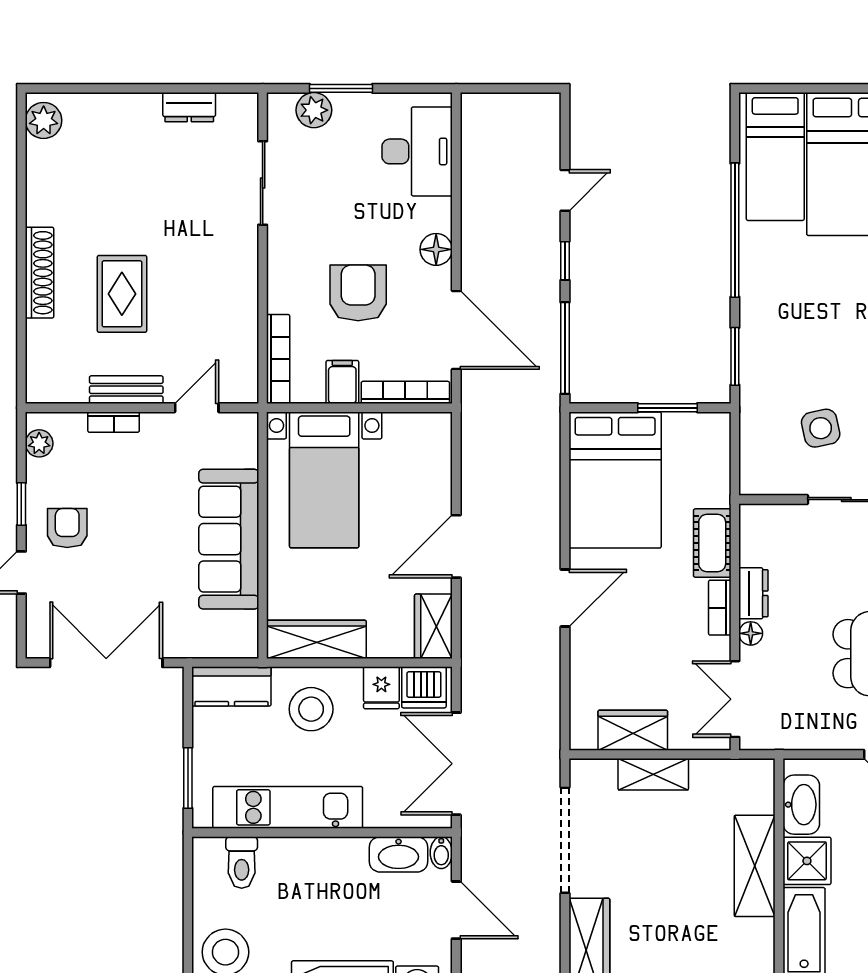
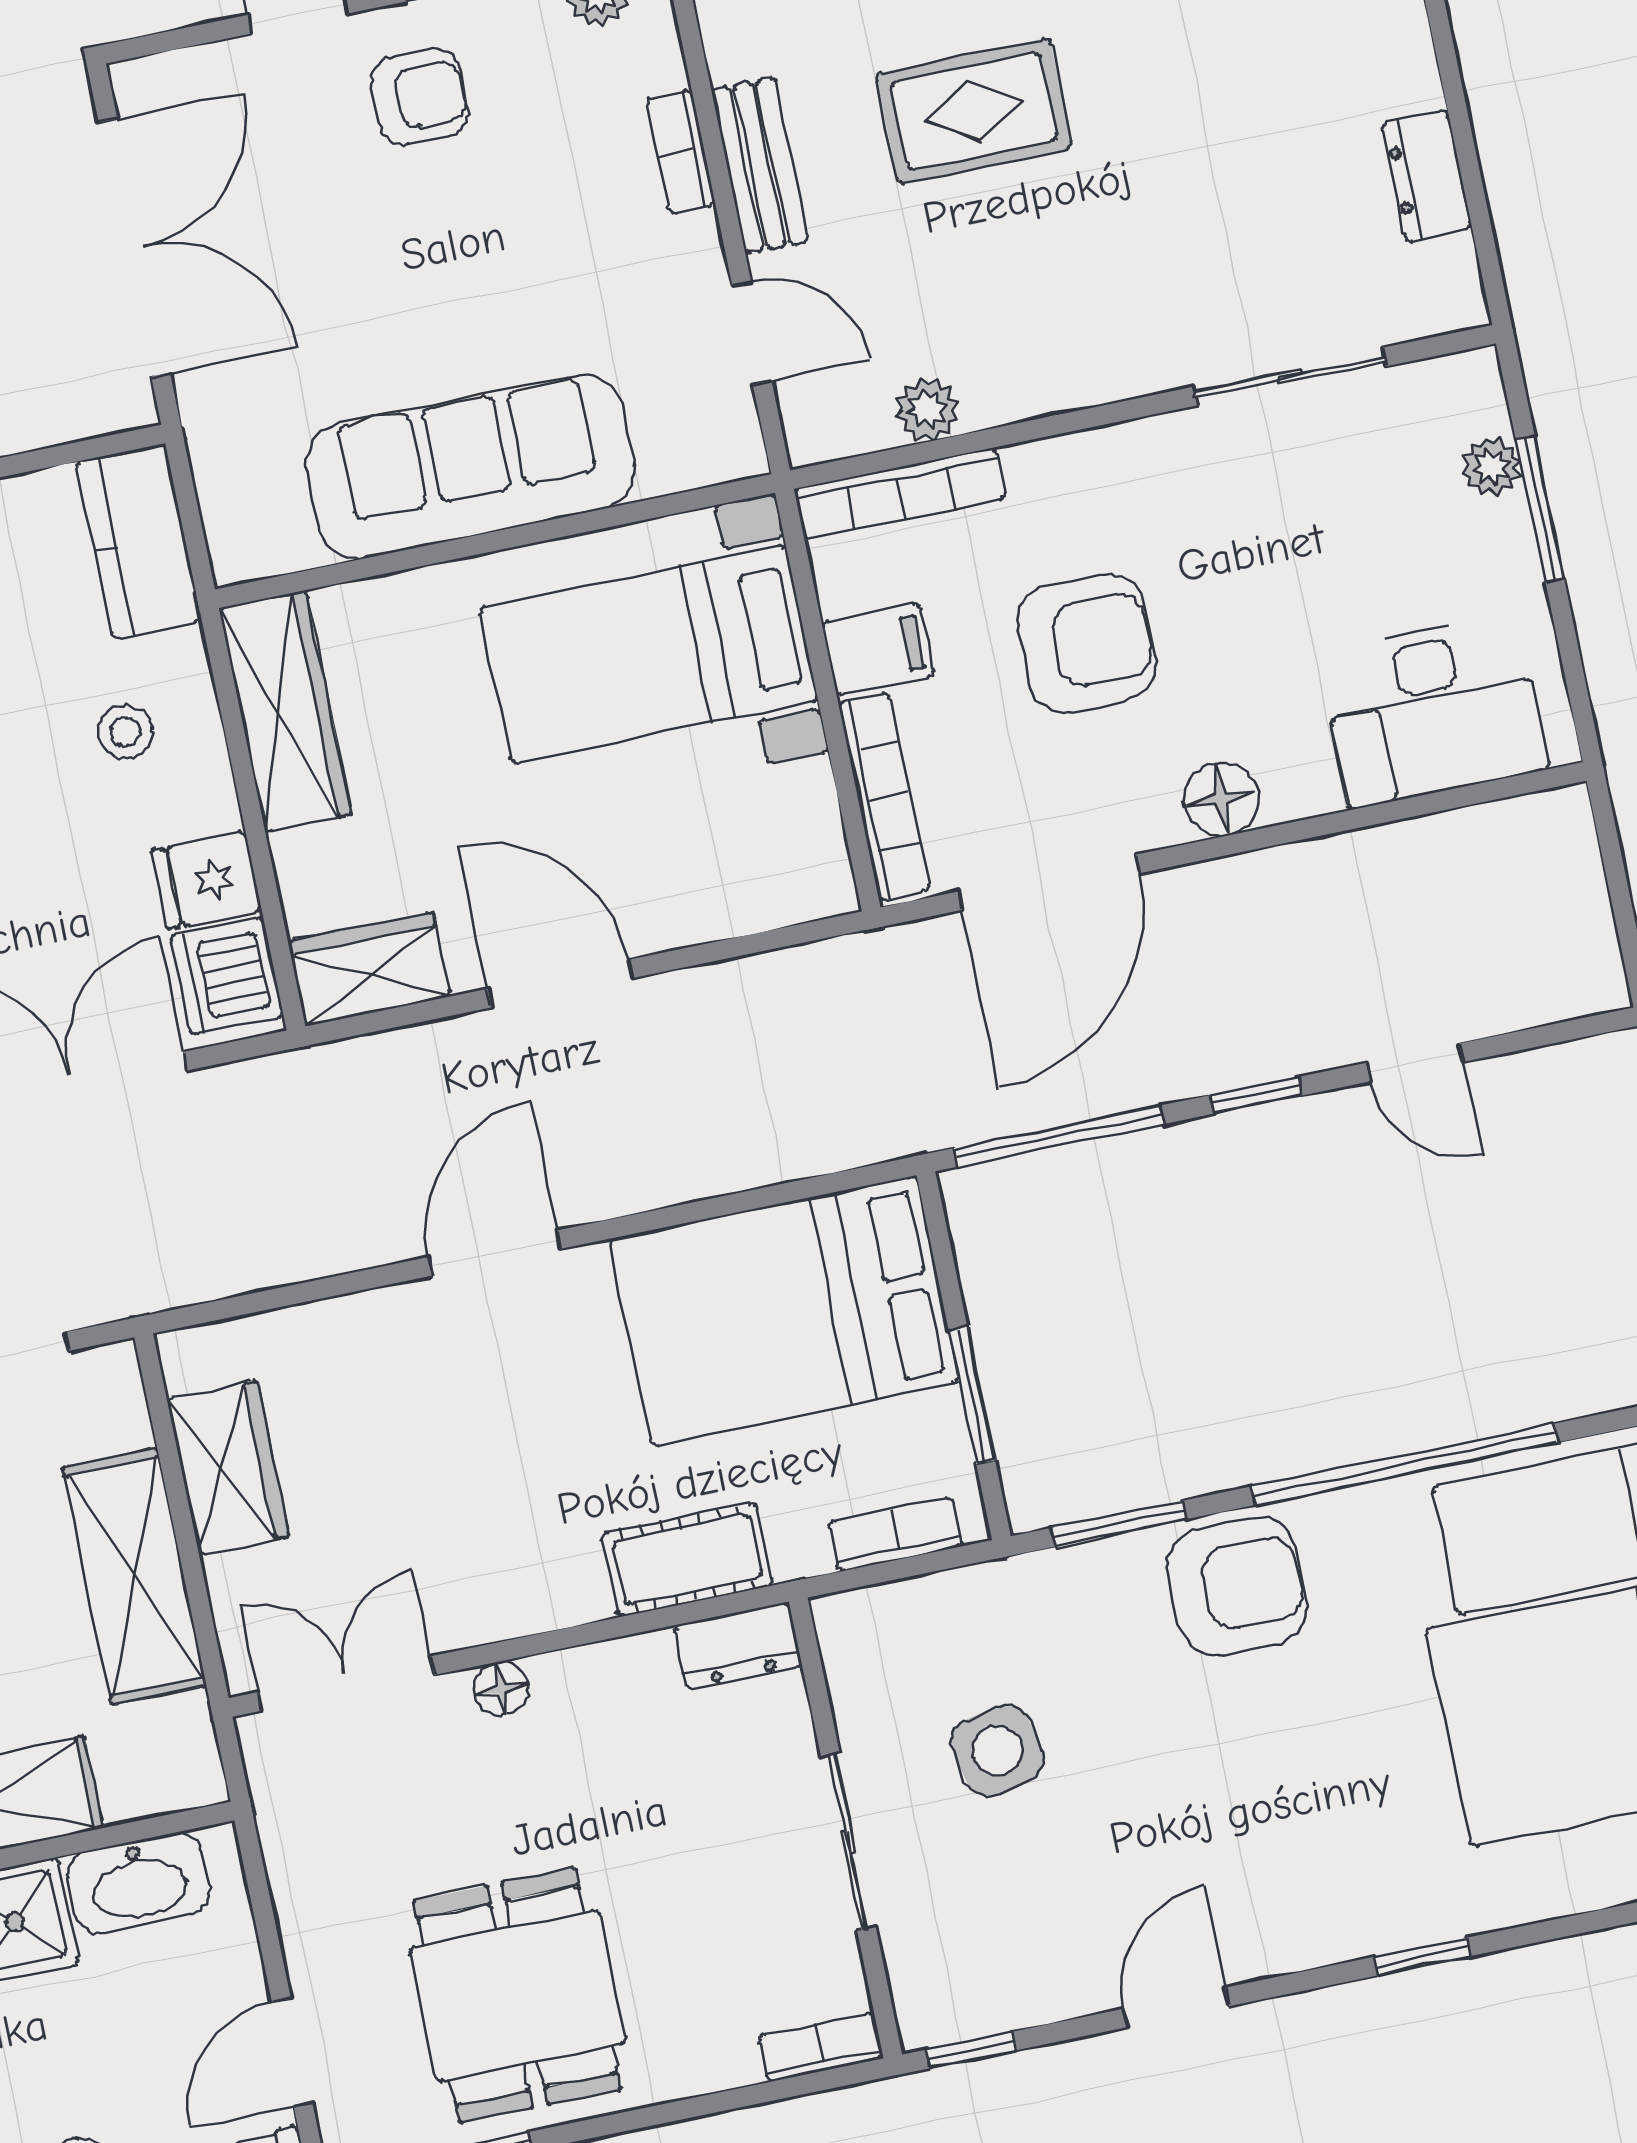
plant: (314, 110) -> (1491, 467), width x0.73, depth x0.73
armchair: (772, 312) -> (1237, 1586), added
plant: (245, 340) -> (927, 409), added
dresser: (753, 593) -> (738, 1646), moved
door: (565, 598) -> (495, 1253), swing flipped
bookcase: (720, 608) -> (896, 1534), moved
stool: (311, 709) -> (125, 732), width x0.53, depth x0.53
shelving: (653, 774) -> (134, 1577), width x1.50, depth x1.33

